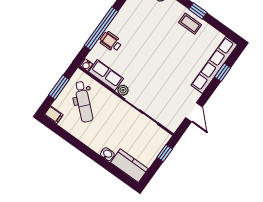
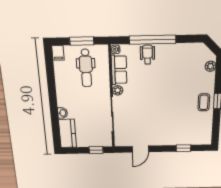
row of seats: (214, 65) -> (185, 139), removed
dental chair: (83, 102) -> (86, 68), turned -42

